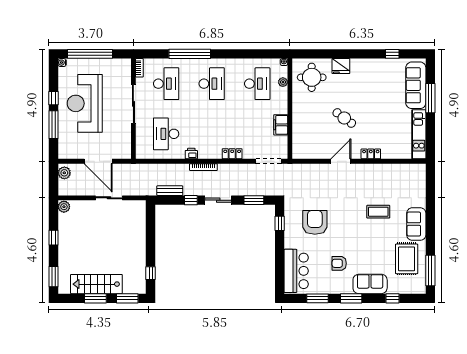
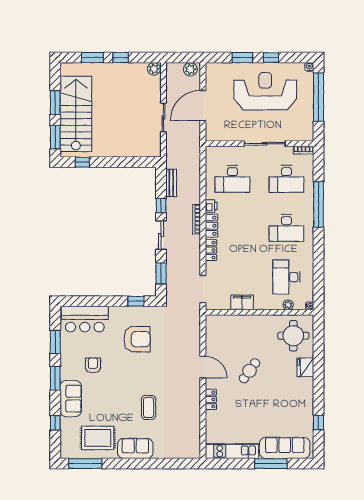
desk: (257, 84) -> (286, 277), turned 90
window: (53, 125) -> (242, 58), width x0.69
desk: (166, 134) -> (232, 179), turned 180
locker: (210, 153) -> (211, 226), added
window: (53, 277) -> (92, 58), moved
stairs: (96, 284) -> (76, 114), width x1.36, depth x1.51

